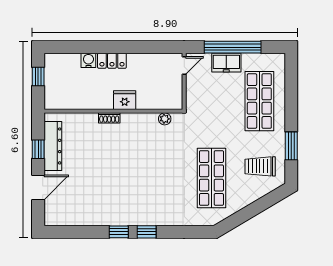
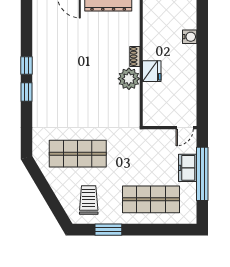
locker: (112, 61) -> (189, 59), removed
door: (184, 66) -> (185, 128), hinge flipped
plant: (165, 119) -> (129, 79), moved, width x1.88, depth x1.88

